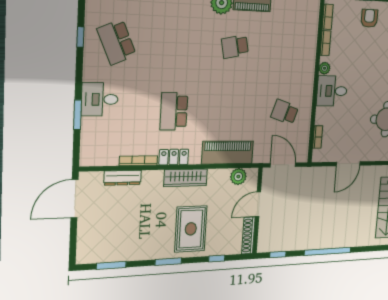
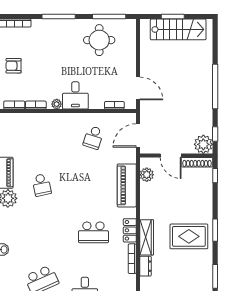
door: (348, 164) -> (138, 88), moved
dresser: (123, 178) -> (145, 266), width x0.70
wardrobe: (186, 178) -> (147, 237), moved
rug: (191, 229) -> (189, 236), moved
plant: (268, 242) -> (203, 144), added
window: (217, 258) -> (215, 176), moved

